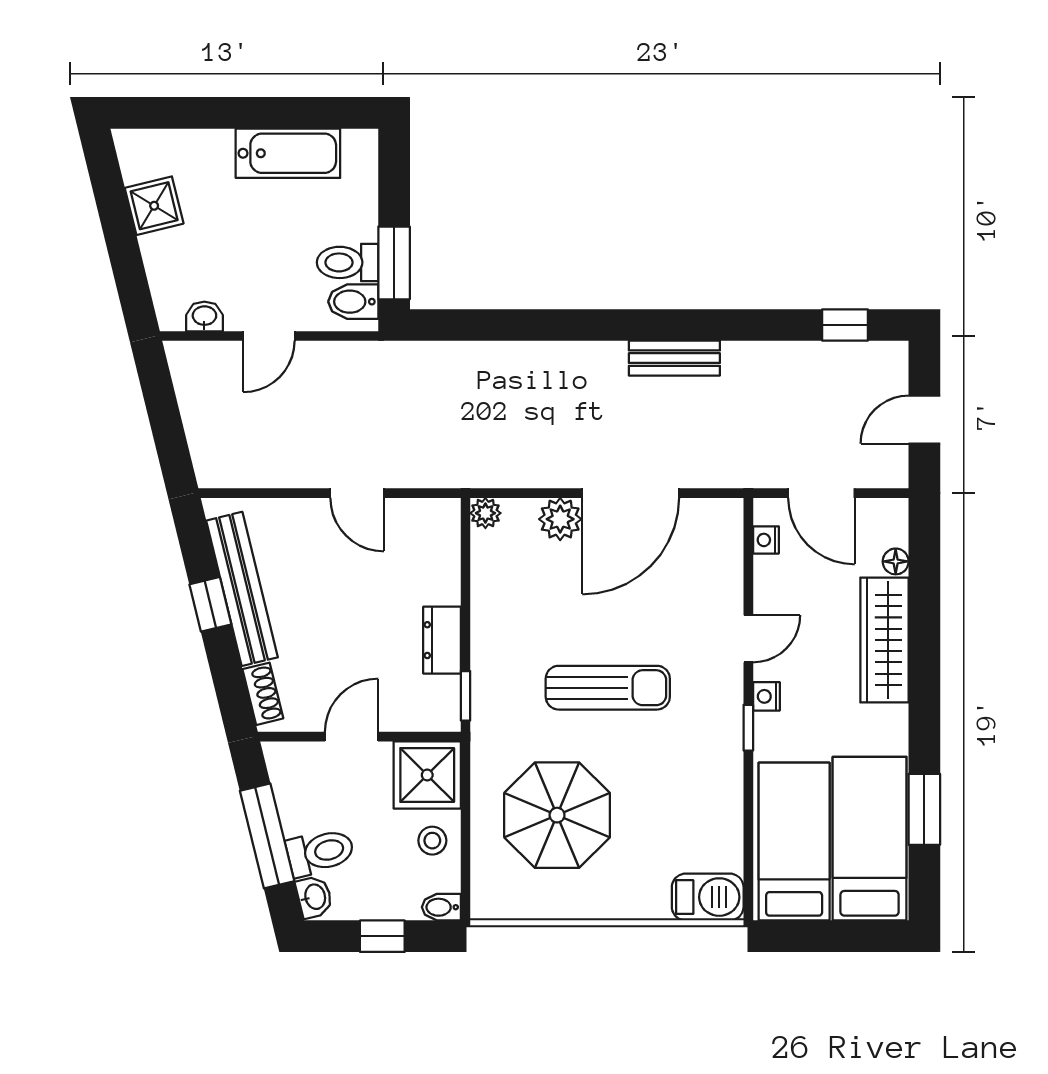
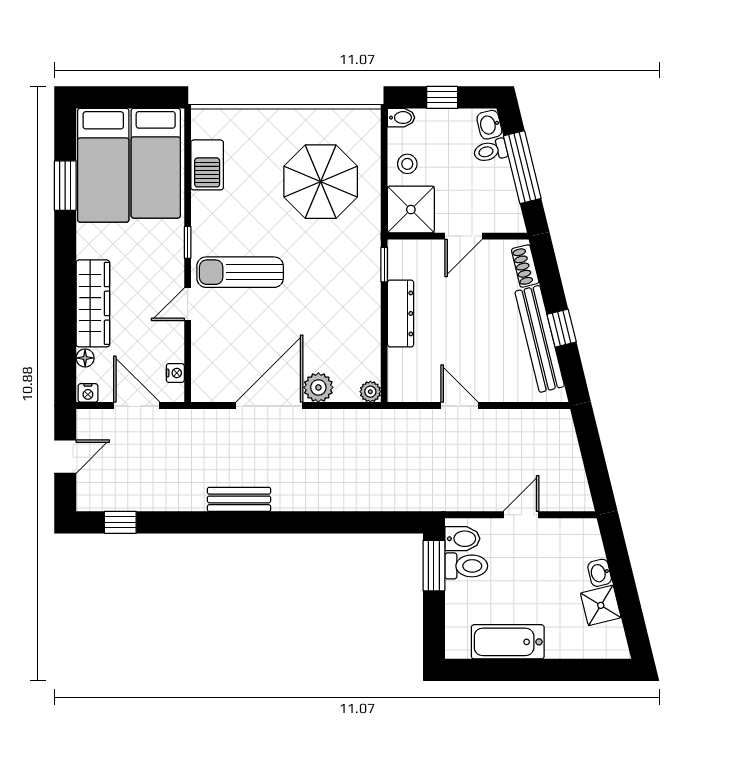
washbasin: (204, 316) -> (600, 573), moved, turned 76
dresser: (442, 640) -> (401, 313), width x1.44
sun lounger: (608, 688) -> (240, 272), moved
nightstand: (766, 696) -> (88, 393), moved, turned 90
toilet: (320, 852) -> (490, 151), width x0.73, depth x0.72
barbecue: (708, 897) -> (207, 165), moved, turned -90

